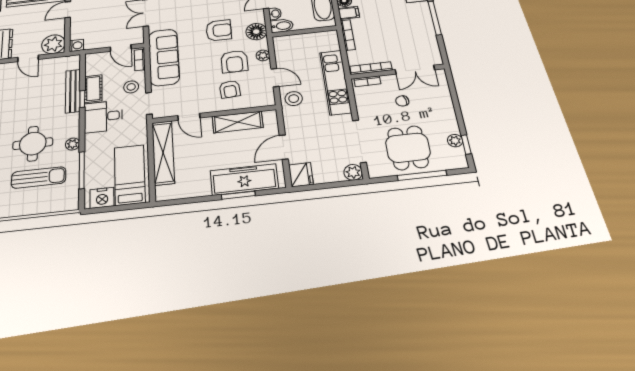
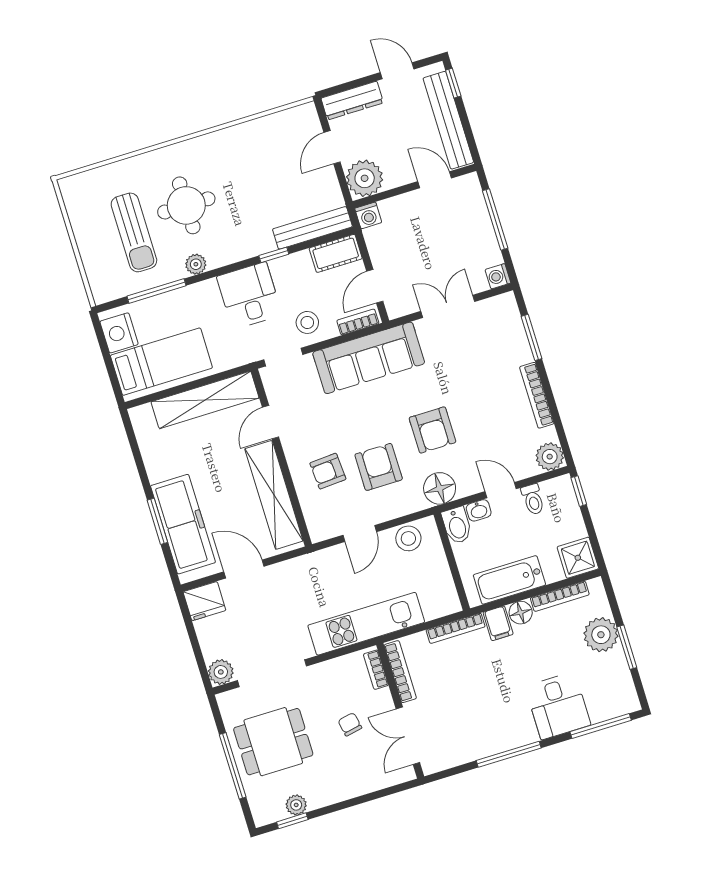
plant: (263, 55) -> (397, 508), removed
armchair: (234, 62) -> (379, 467), turned 90
cot: (93, 89) -> (336, 253), moved
bench: (73, 91) -> (312, 228), moved
stool: (294, 99) -> (408, 538), moved
shelving: (238, 122) -> (274, 495), width x1.47

